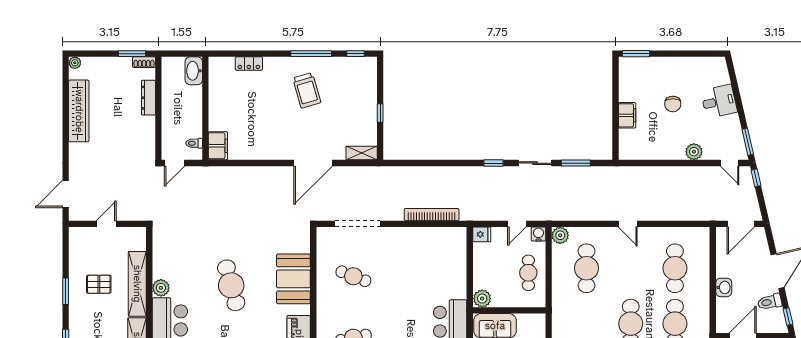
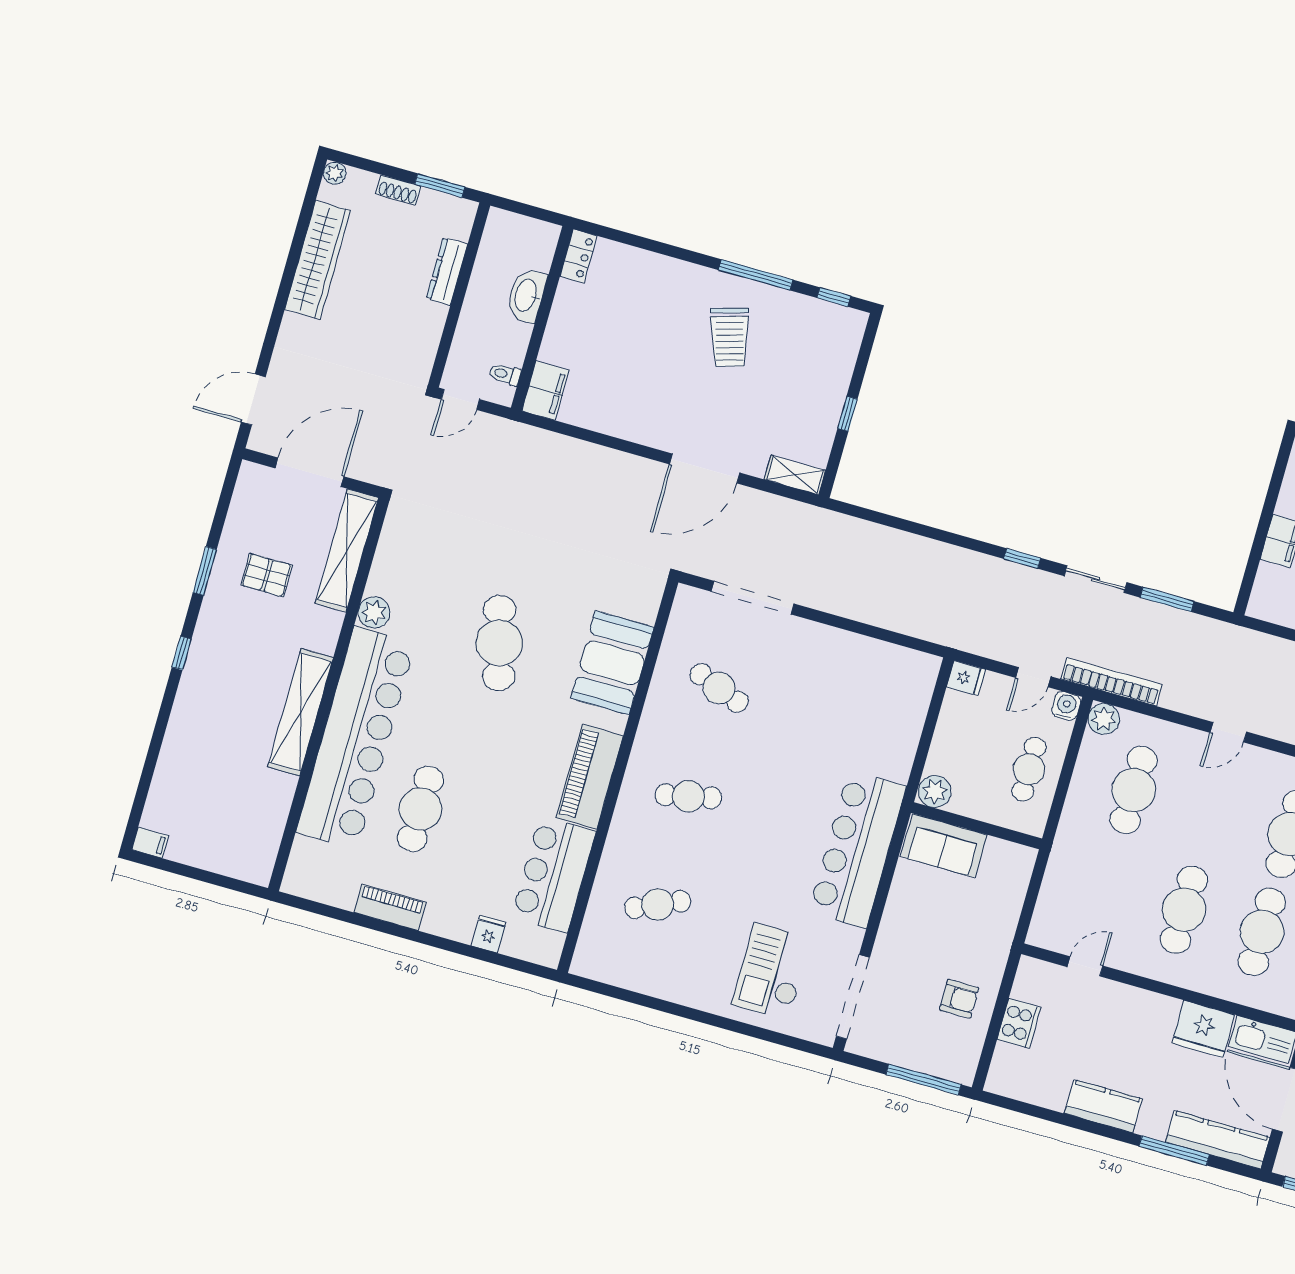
shoe rack: (144, 62) -> (398, 190), moved
locker: (249, 64) -> (578, 256), moved, turned -90
washbasin: (194, 71) -> (526, 295), moved
bookcase: (432, 215) -> (1111, 682), moved
door: (106, 224) -> (310, 472), width x1.87
door: (628, 224) -> (1228, 732), hinge flipped
shelving: (137, 284) -> (347, 551), moved

